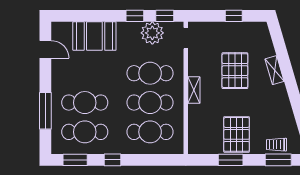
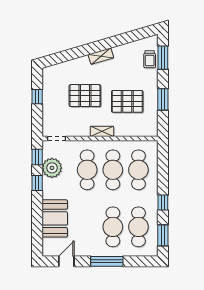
shelving: (275, 70) -> (101, 56), moved
window: (45, 111) -> (107, 261), moved
pallet: (237, 134) -> (127, 101), moved

